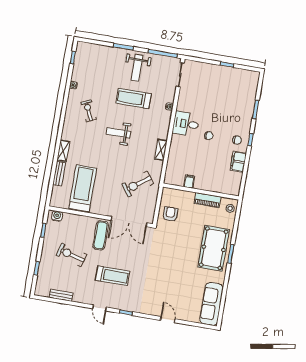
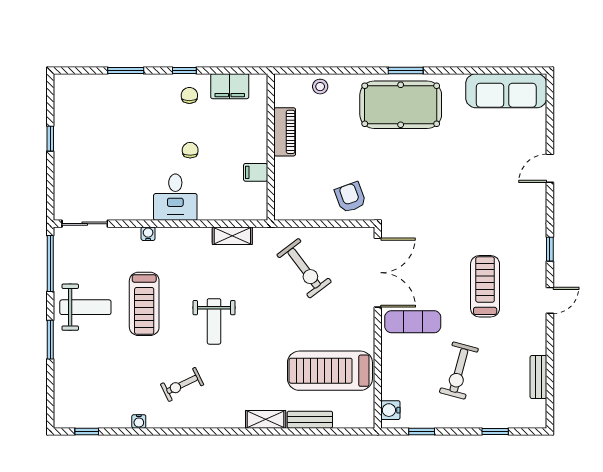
filing cabinet: (189, 182) -> (256, 172), moved
wall: (201, 192) -> (271, 147), moved
piano: (207, 200) -> (285, 132), moved
armchair: (170, 214) -> (350, 197), turned 70

